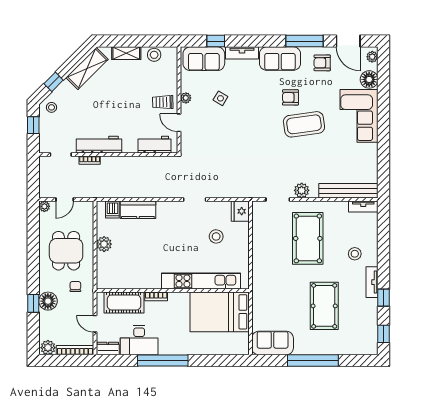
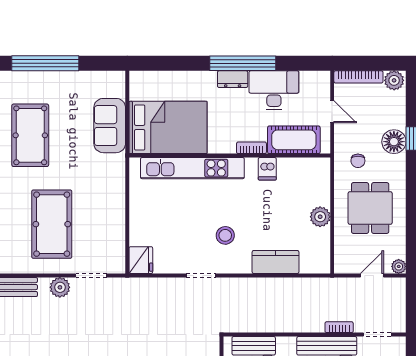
dishwasher: (112, 209) -> (267, 169), moved, turned 180
stool: (216, 236) -> (225, 235), moved
sofa: (273, 343) -> (110, 126), moved, turned 90
dresser: (108, 349) -> (233, 79), moved

